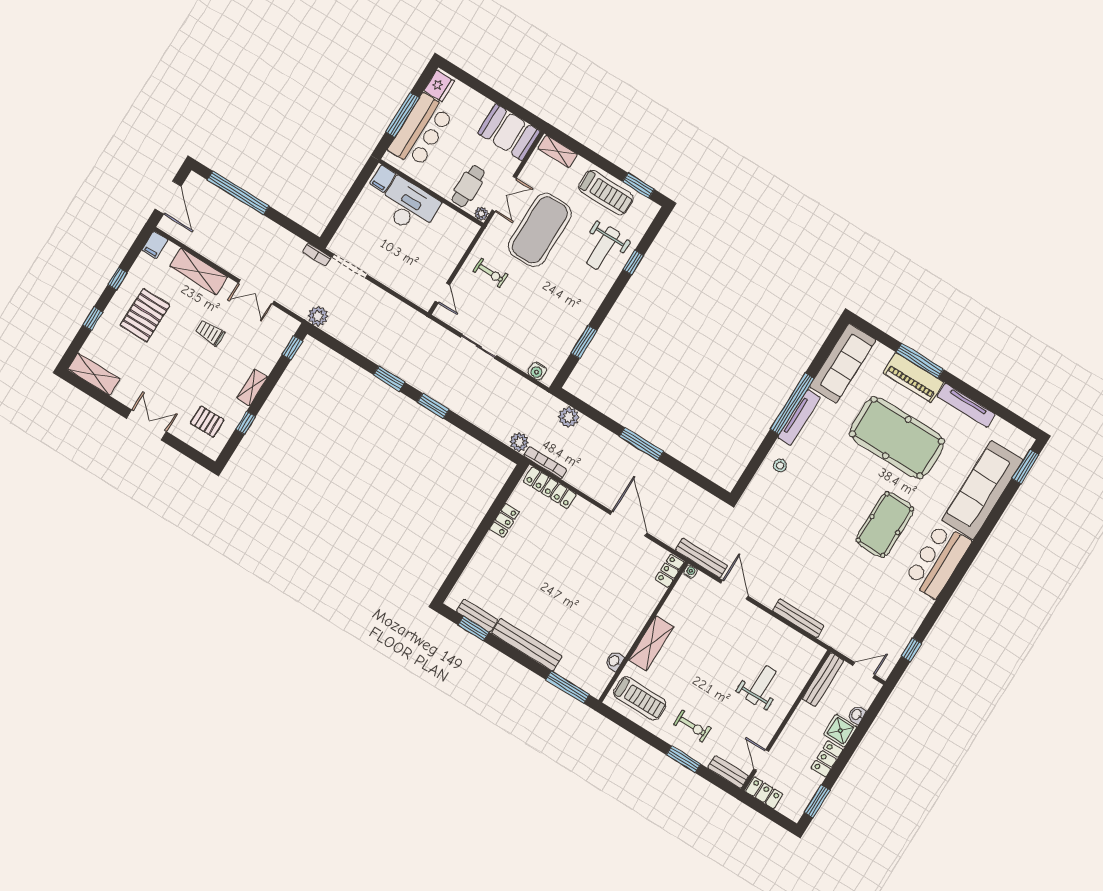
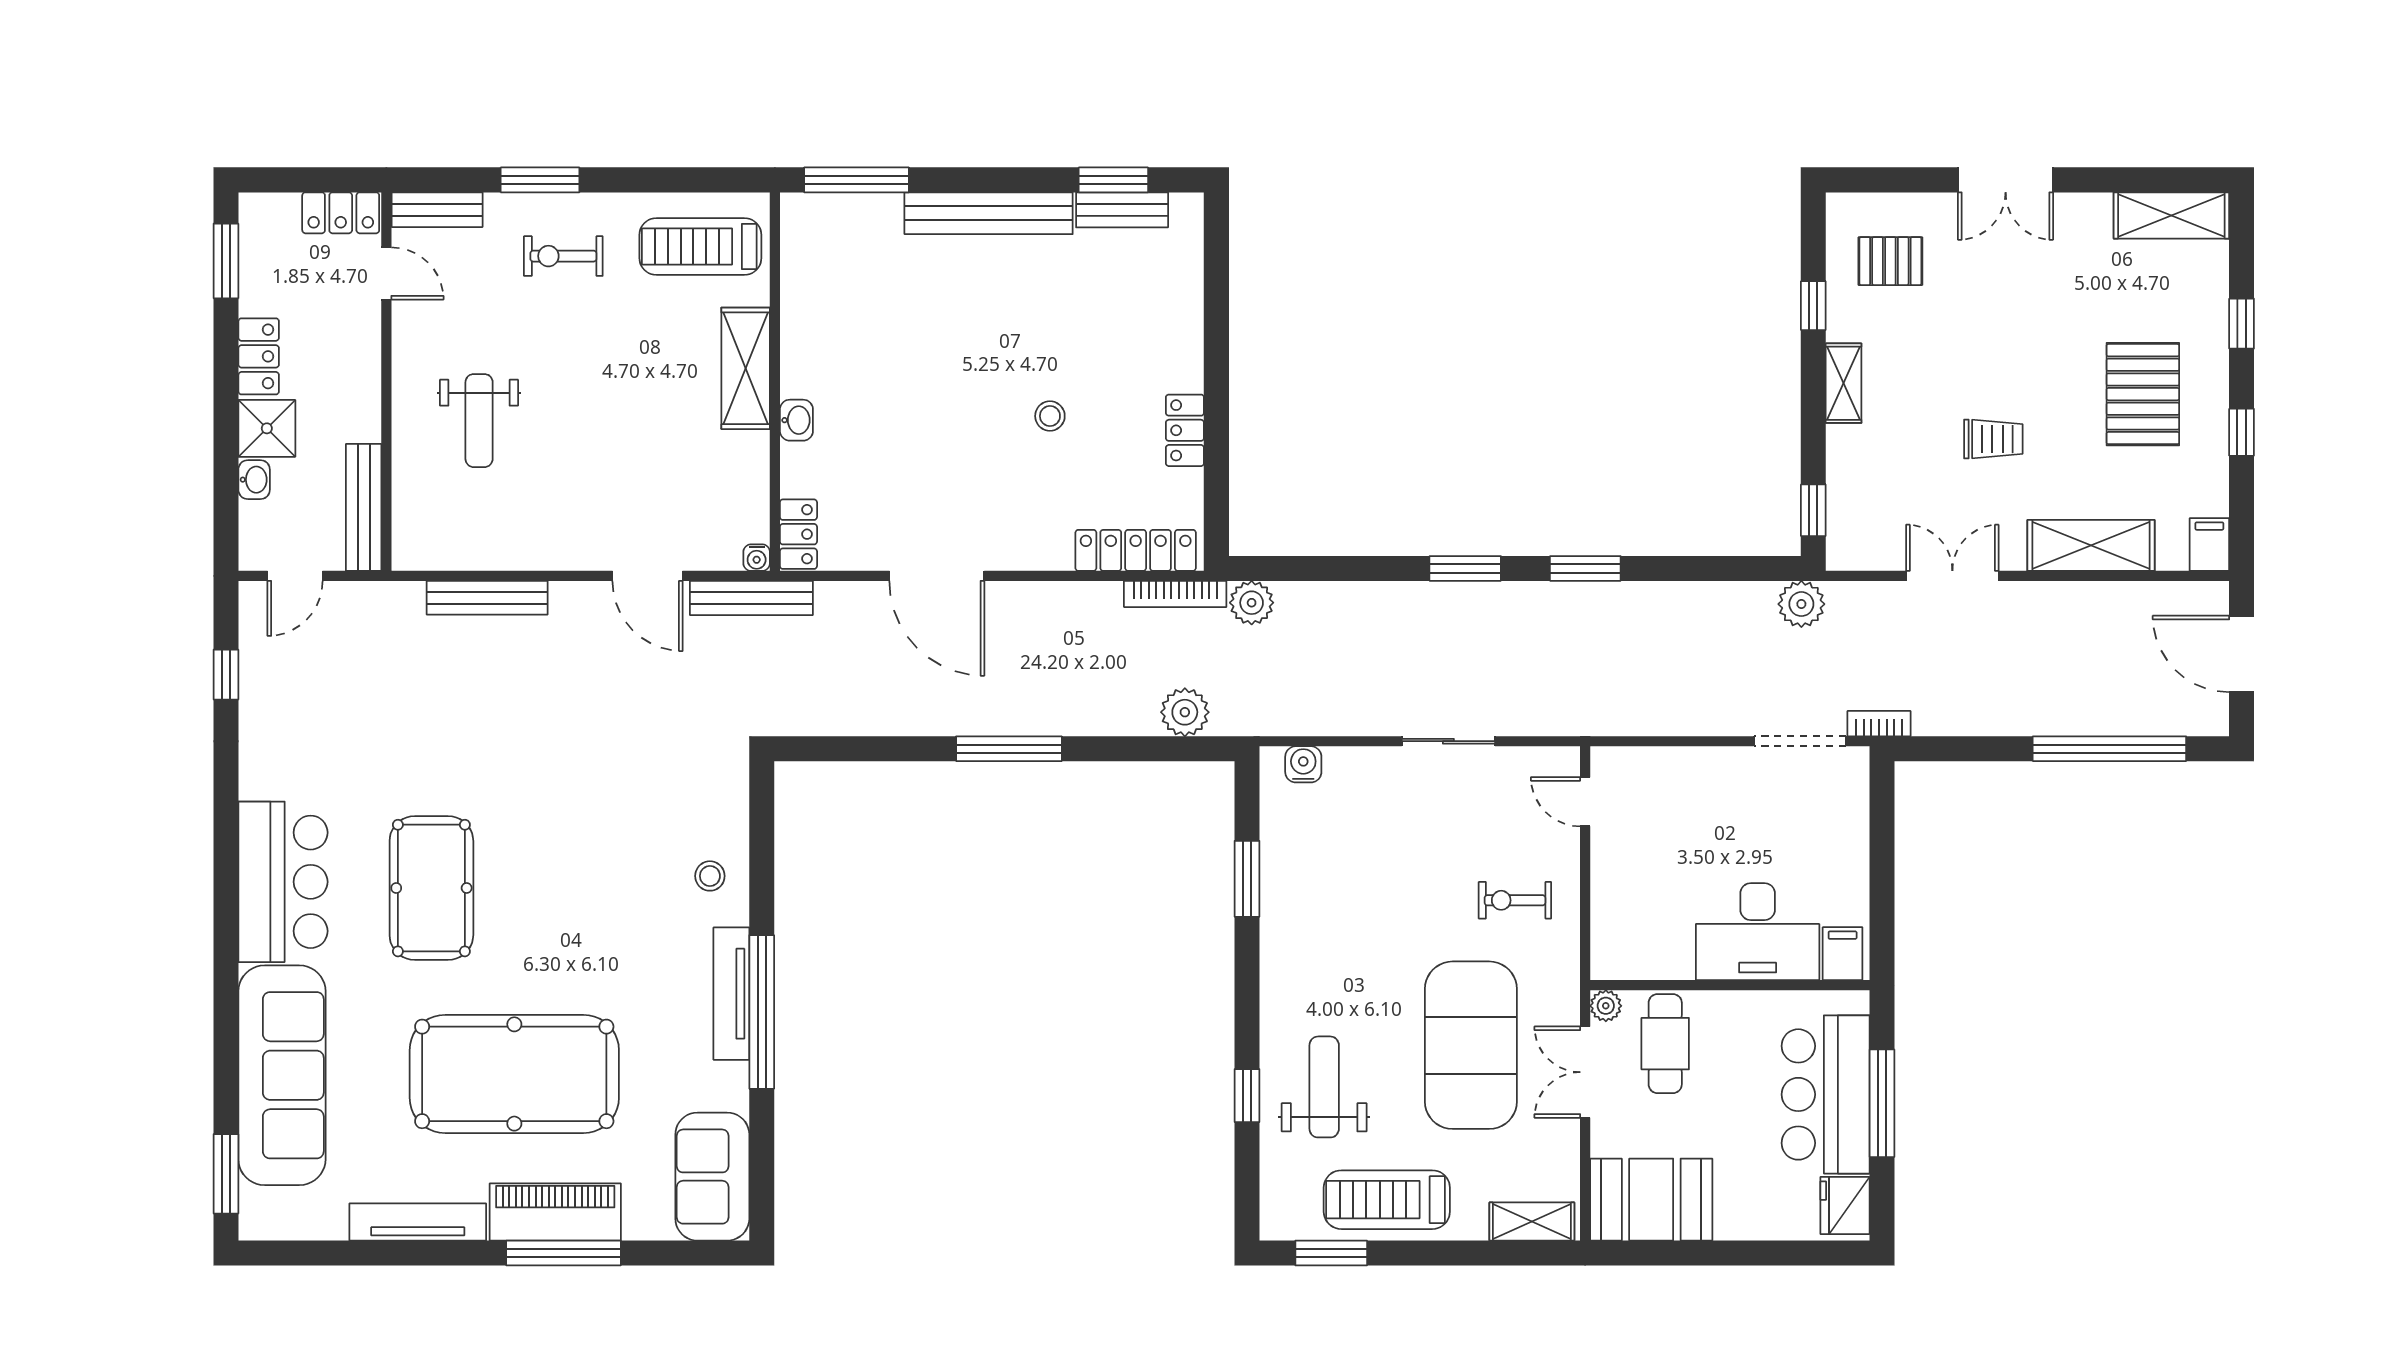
sofa: (843, 363) -> (712, 1177), width x0.73
stool: (551, 556) -> (1050, 416), added
washbasin: (614, 661) -> (796, 420), moved

